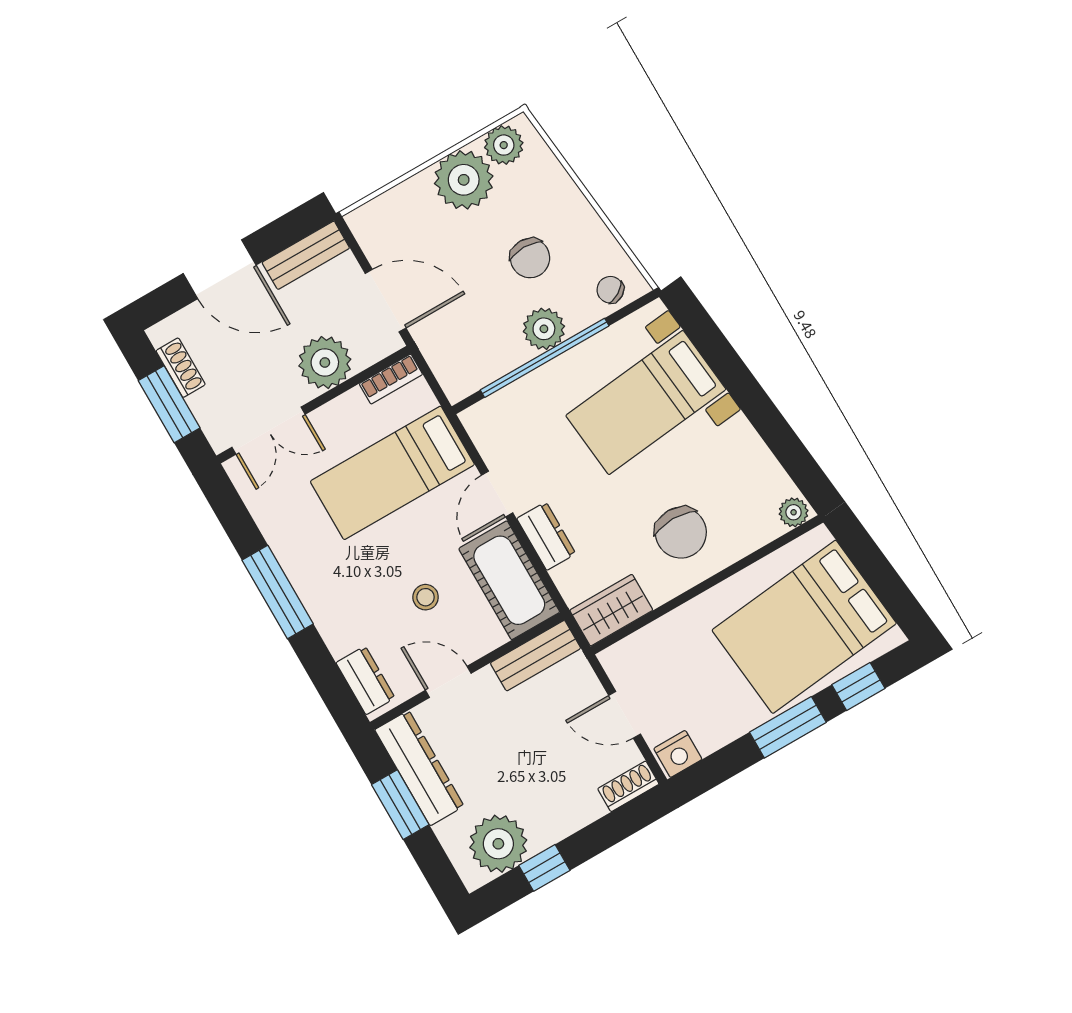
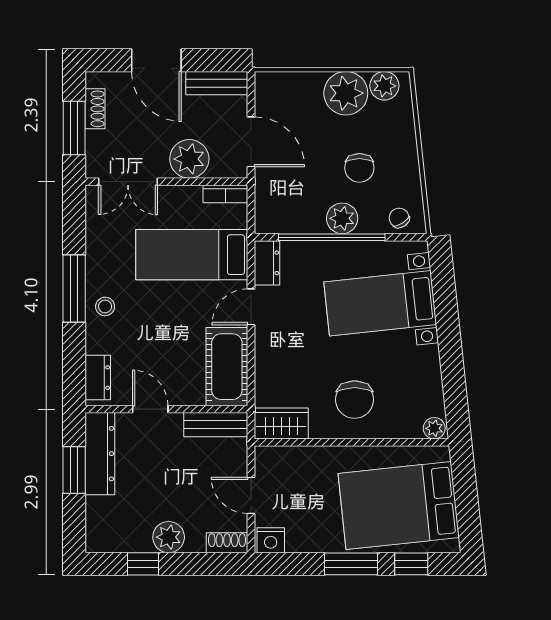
dresser: (546, 536) -> (267, 263), moved
stool: (426, 597) -> (105, 306), moved
plant: (498, 844) -> (169, 537), moved, width x0.73, depth x0.73

